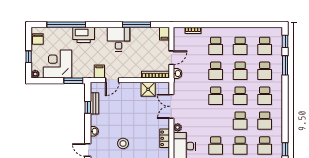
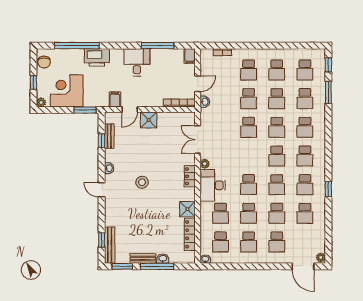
shower: (148, 89) -> (149, 120), moved

